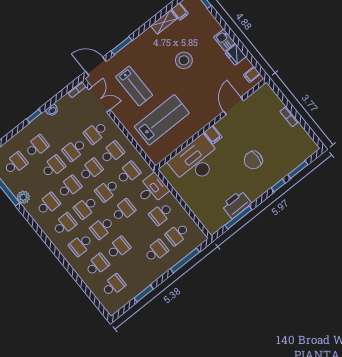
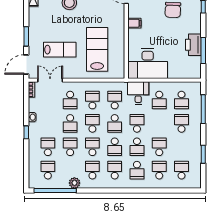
desk: (196, 161) -> (148, 64), moved, turned -90

